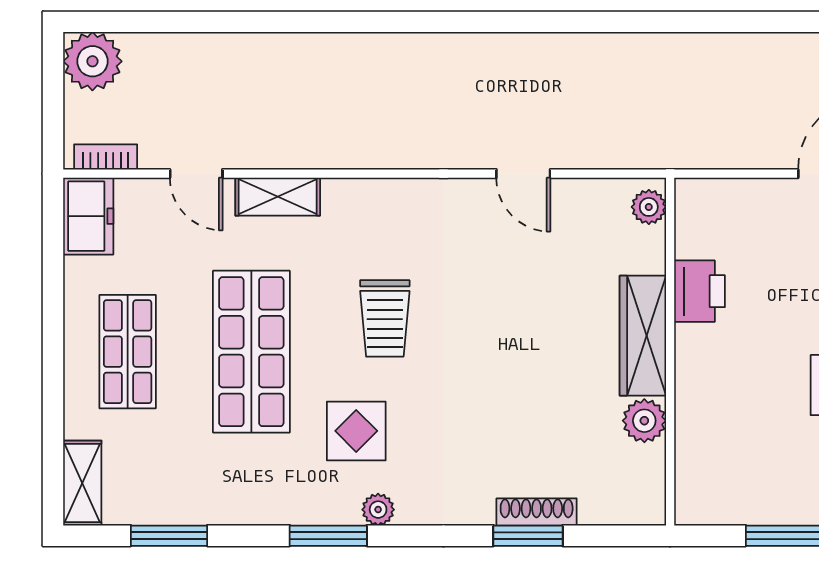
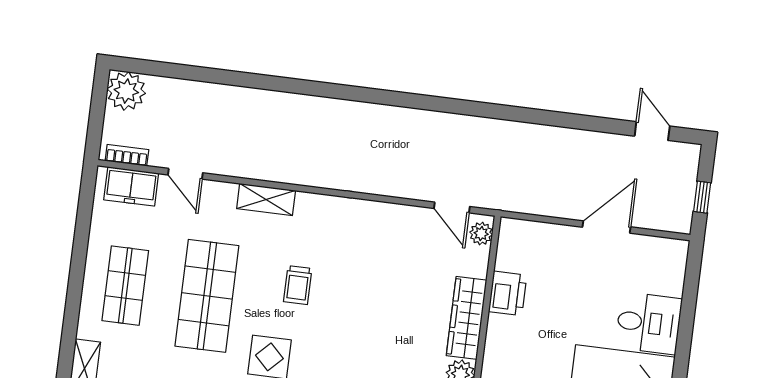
door: (523, 174) -> (452, 207), moved
shelving: (278, 197) -> (266, 199), moved
freezer: (88, 216) -> (131, 186), moved, turned 90
trolley: (385, 318) -> (298, 285), width x0.73, depth x0.72

